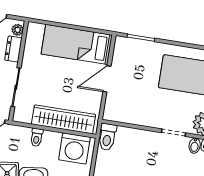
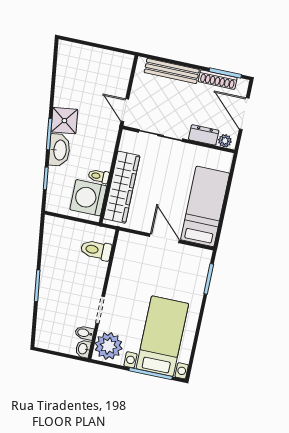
toilet: (37, 137) -> (99, 176), moved
toilet: (107, 137) -> (96, 250), moved

